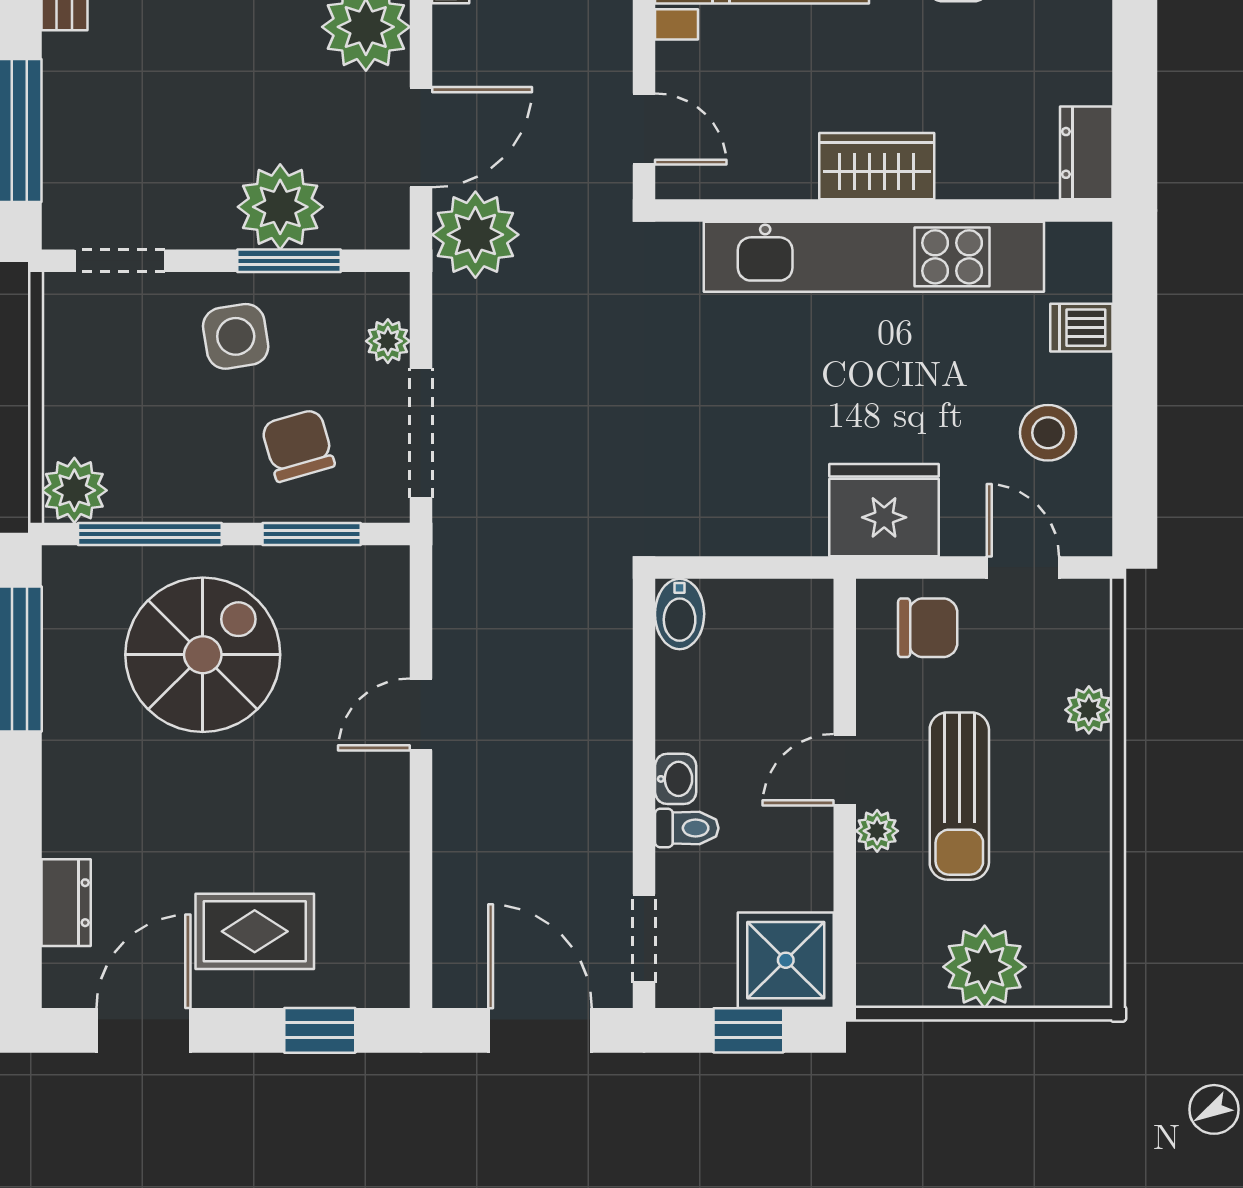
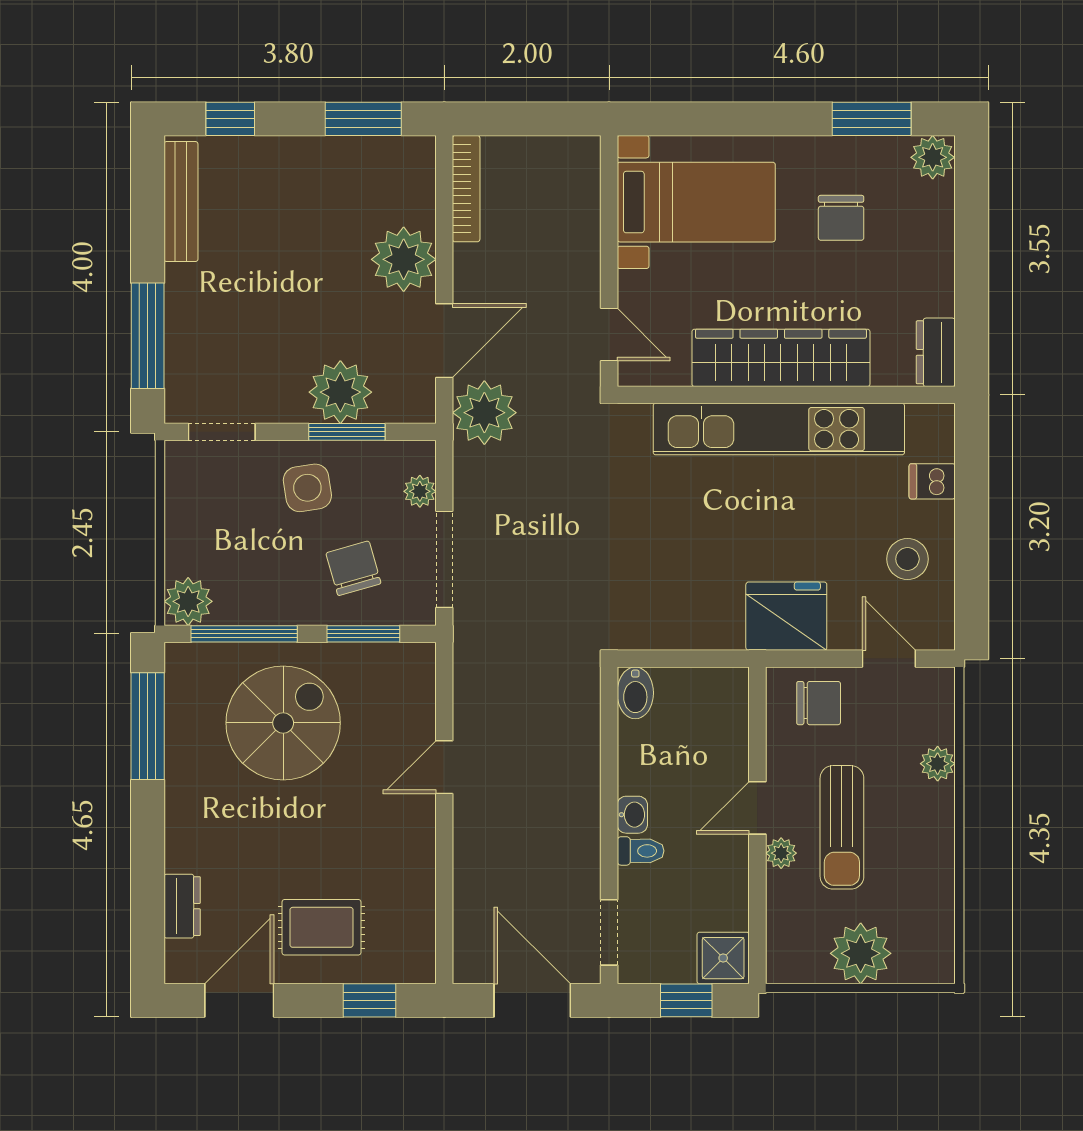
wardrobe: (877, 166) -> (781, 358), width x2.10, depth x1.17
shower: (786, 960) -> (723, 958), width x0.73, depth x0.73

